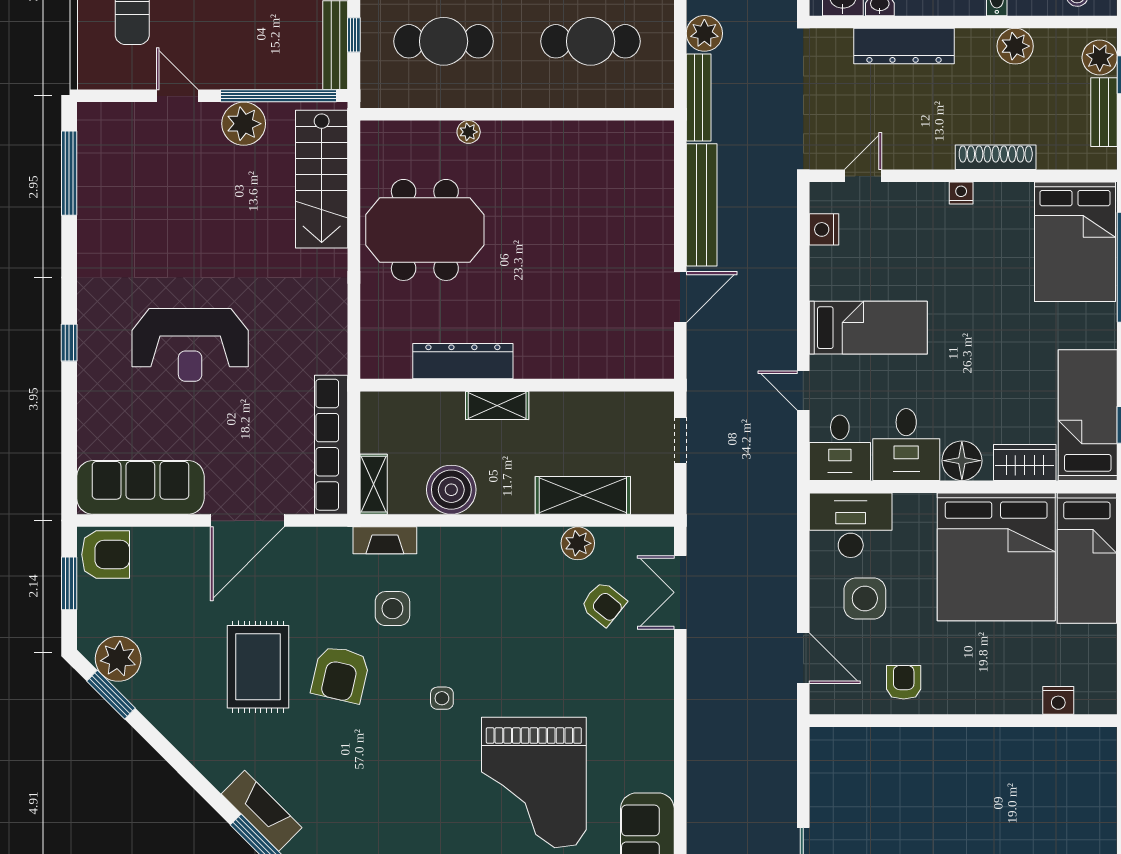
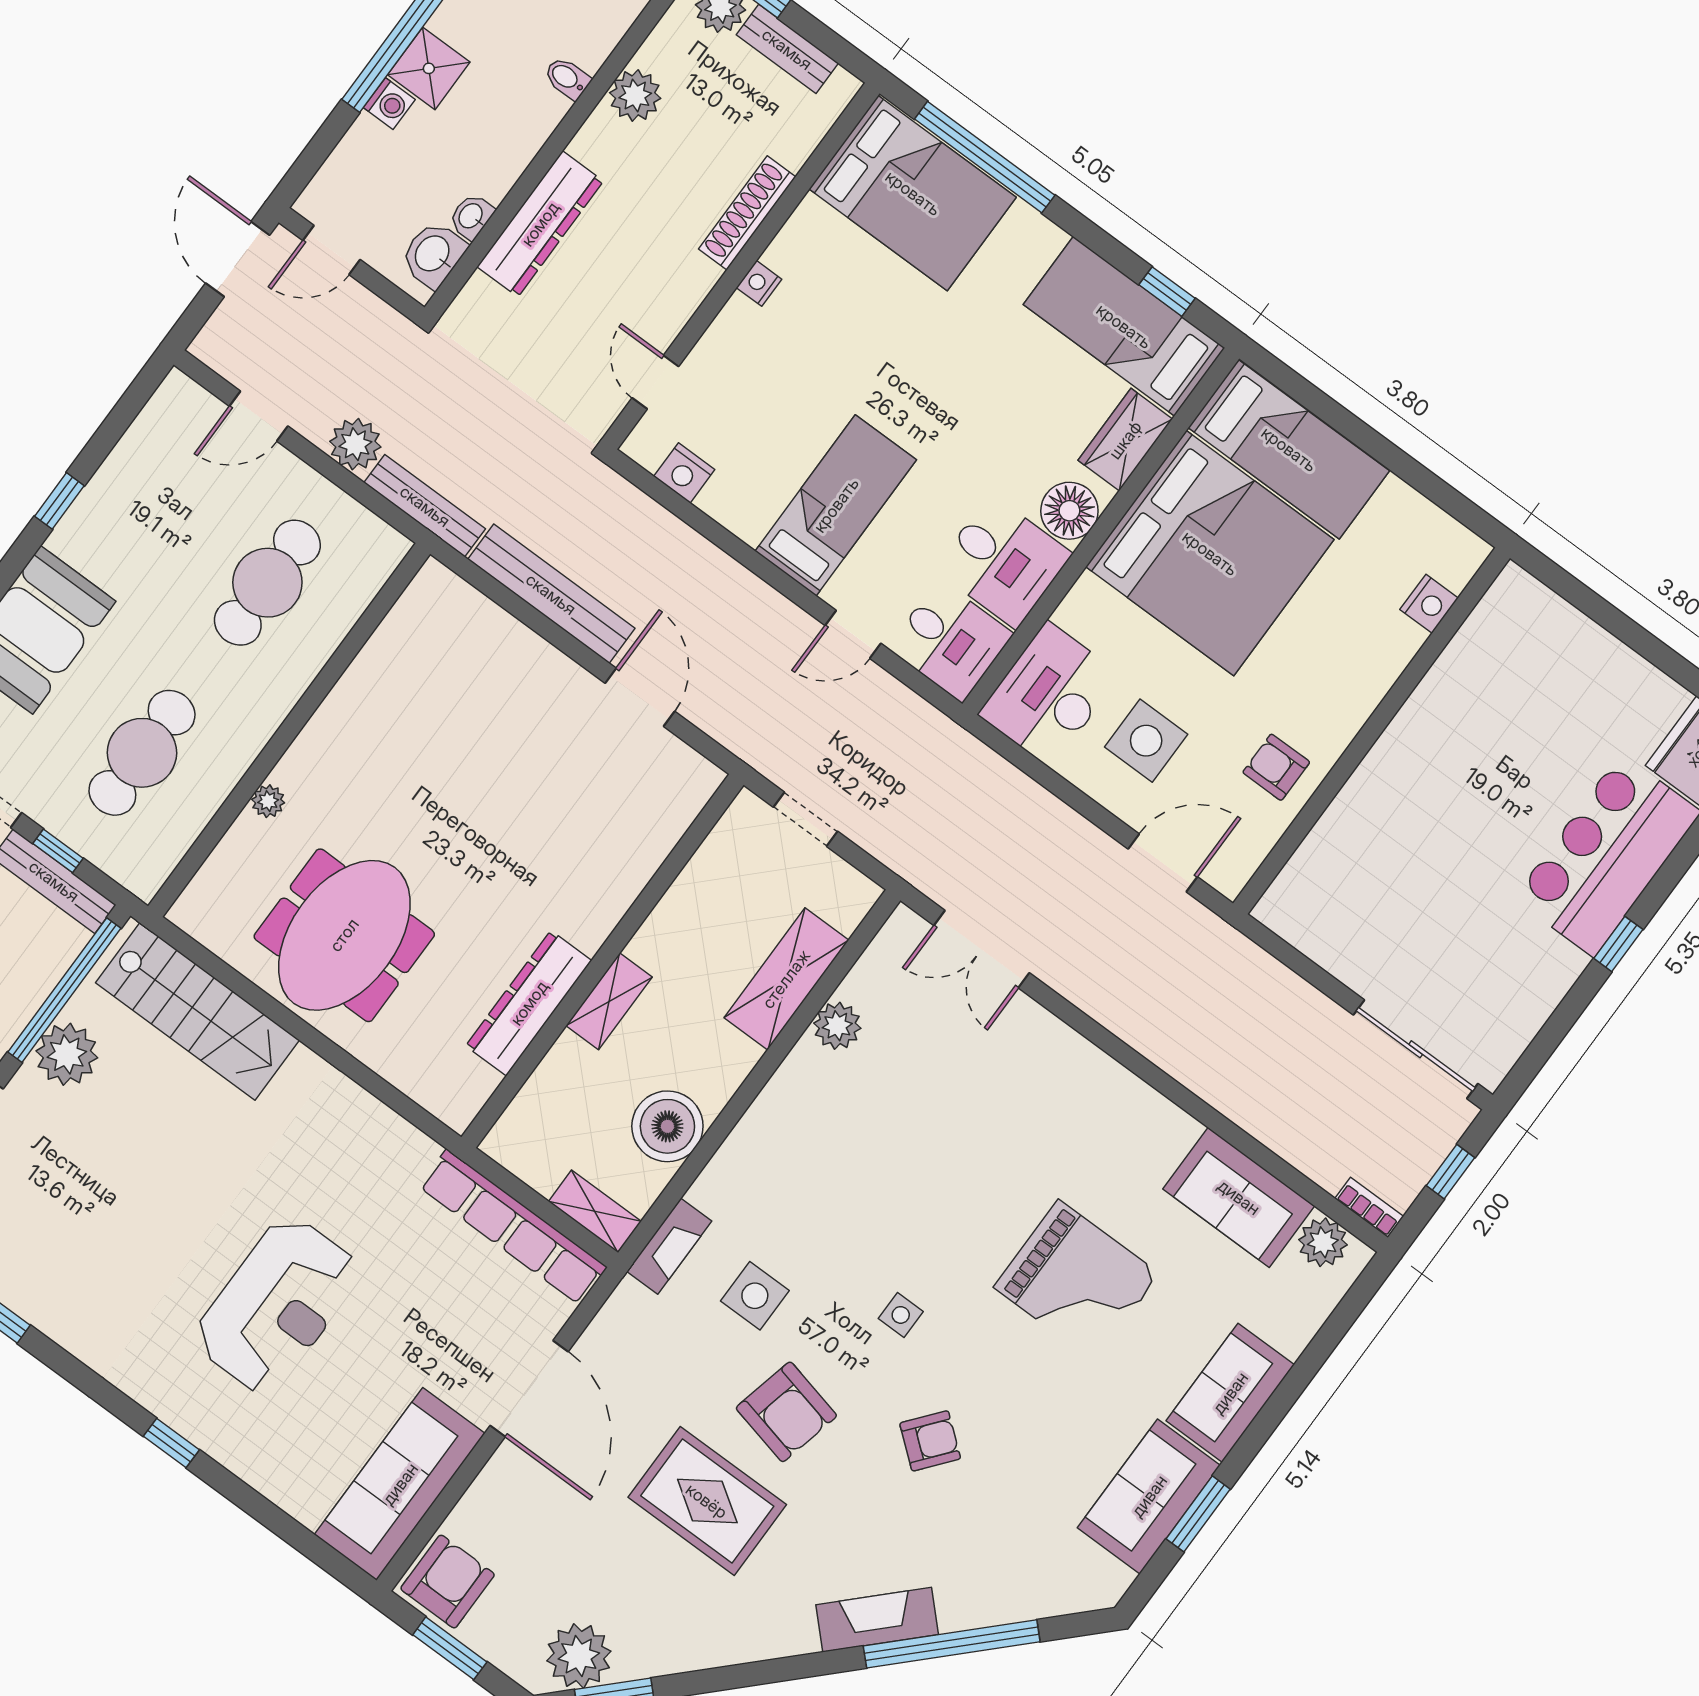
armchair: (604, 604) -> (930, 1441), moved
grand piano: (534, 783) -> (1077, 1281), width x0.73, depth x0.68

